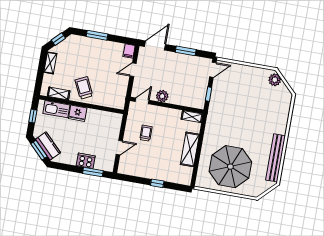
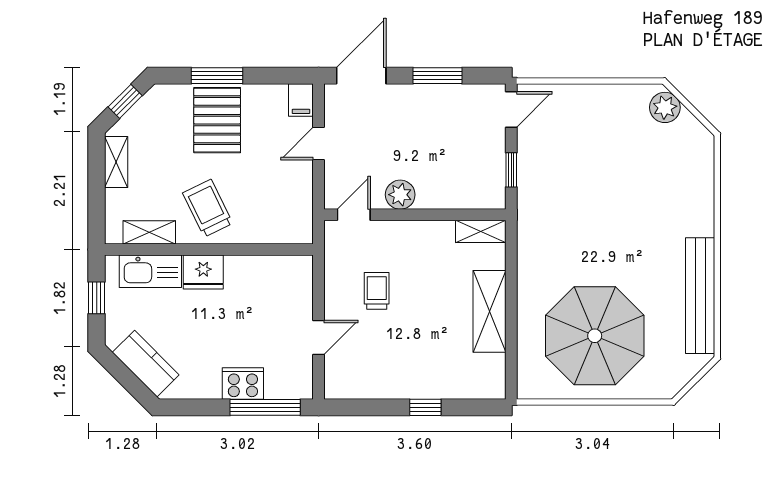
pallet: (94, 53) -> (217, 120), added
window: (39, 150) -> (126, 377), removed
window: (93, 172) -> (265, 407), width x1.44

